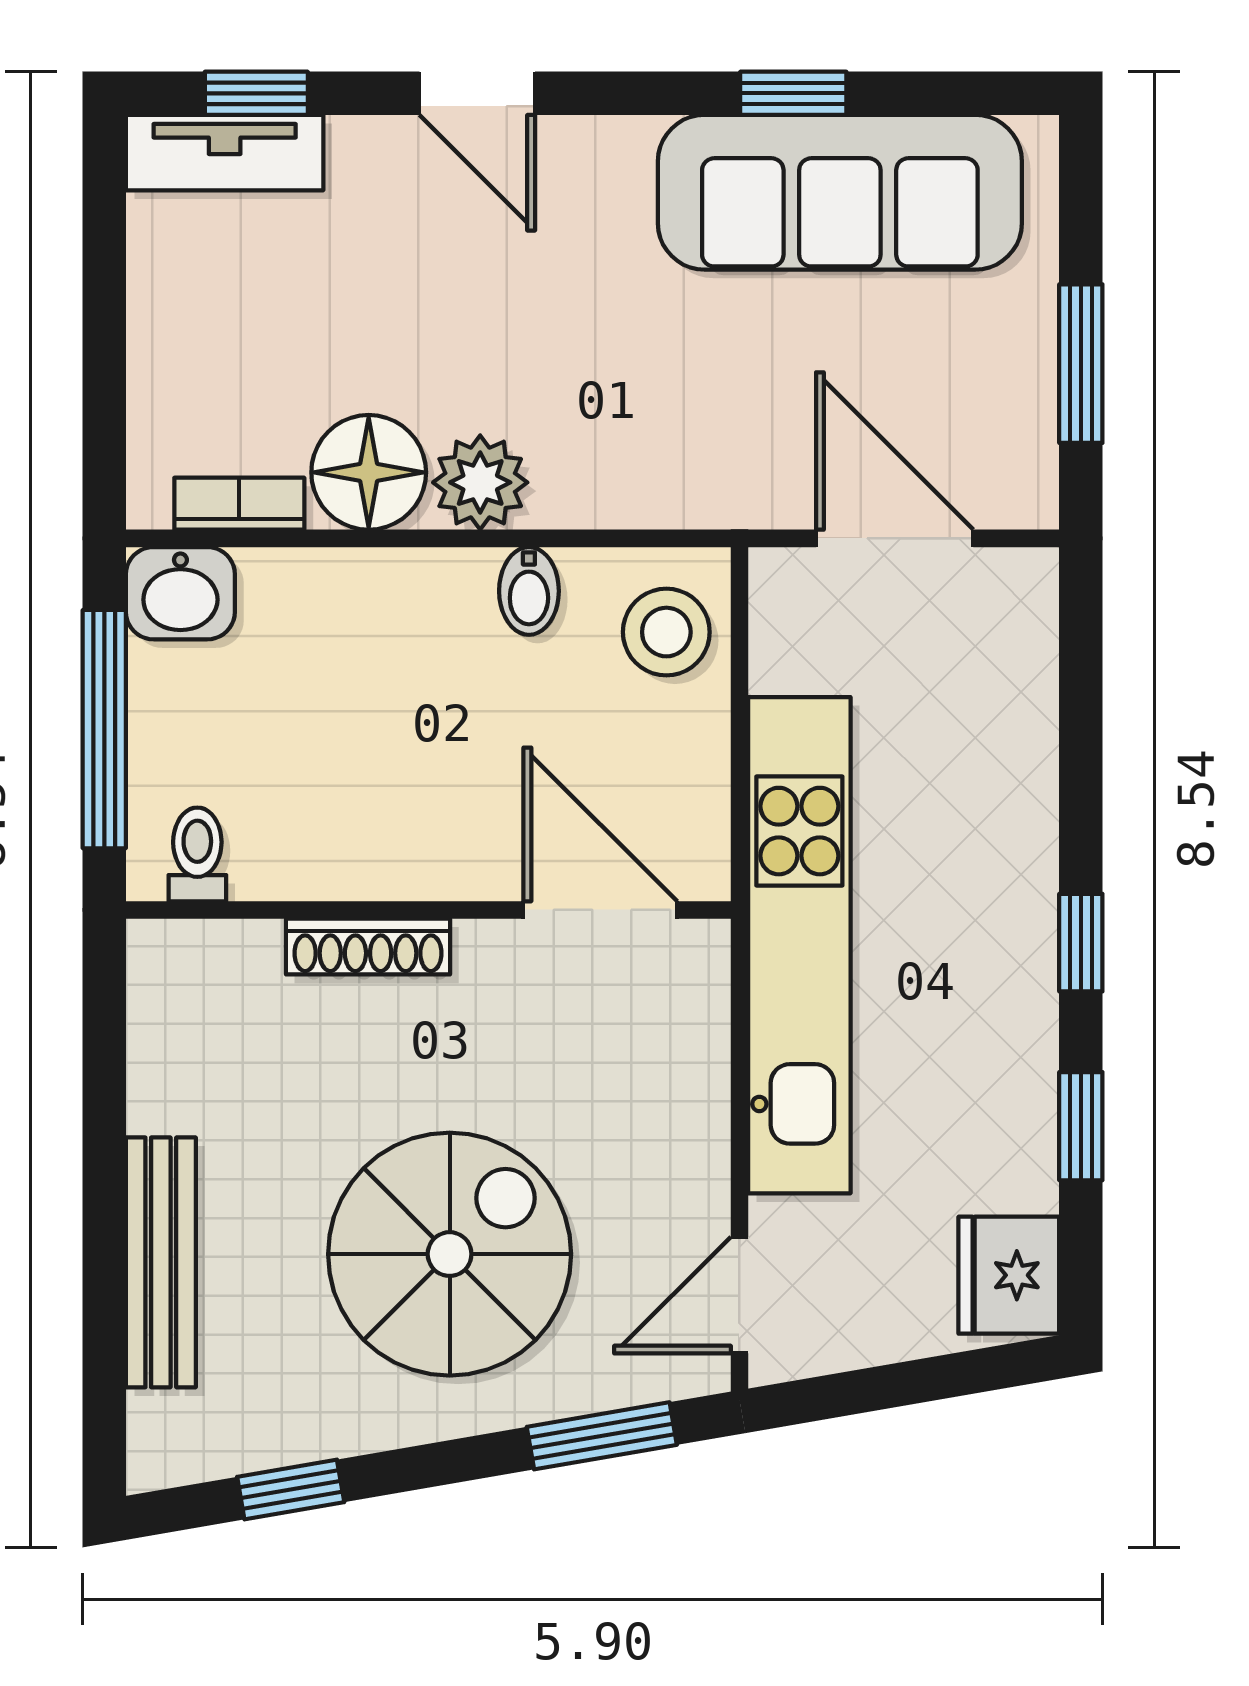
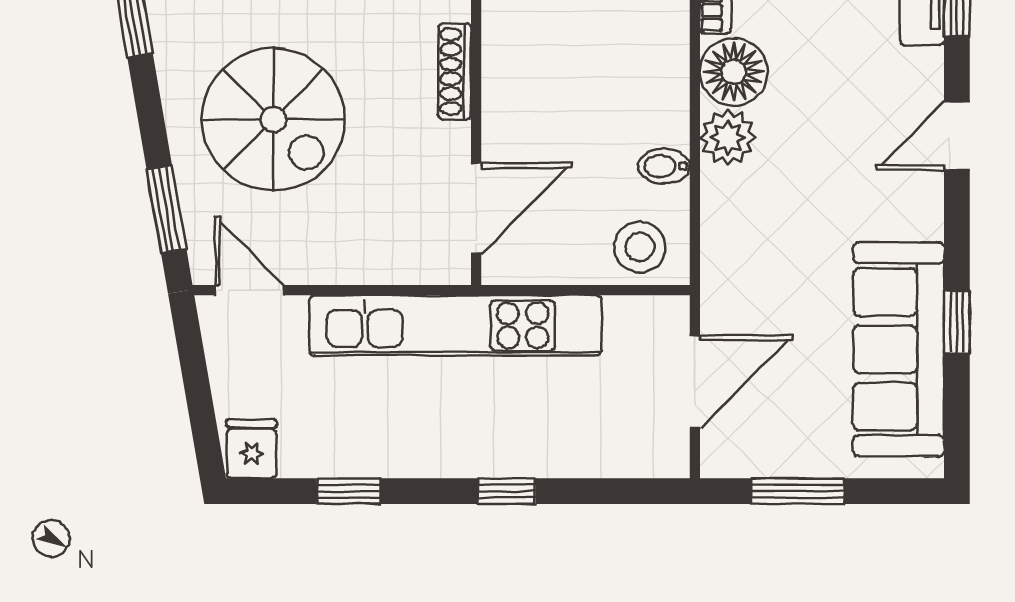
window: (1081, 943) -> (507, 491), moved
fridge: (1009, 1275) -> (252, 449), width x0.72

